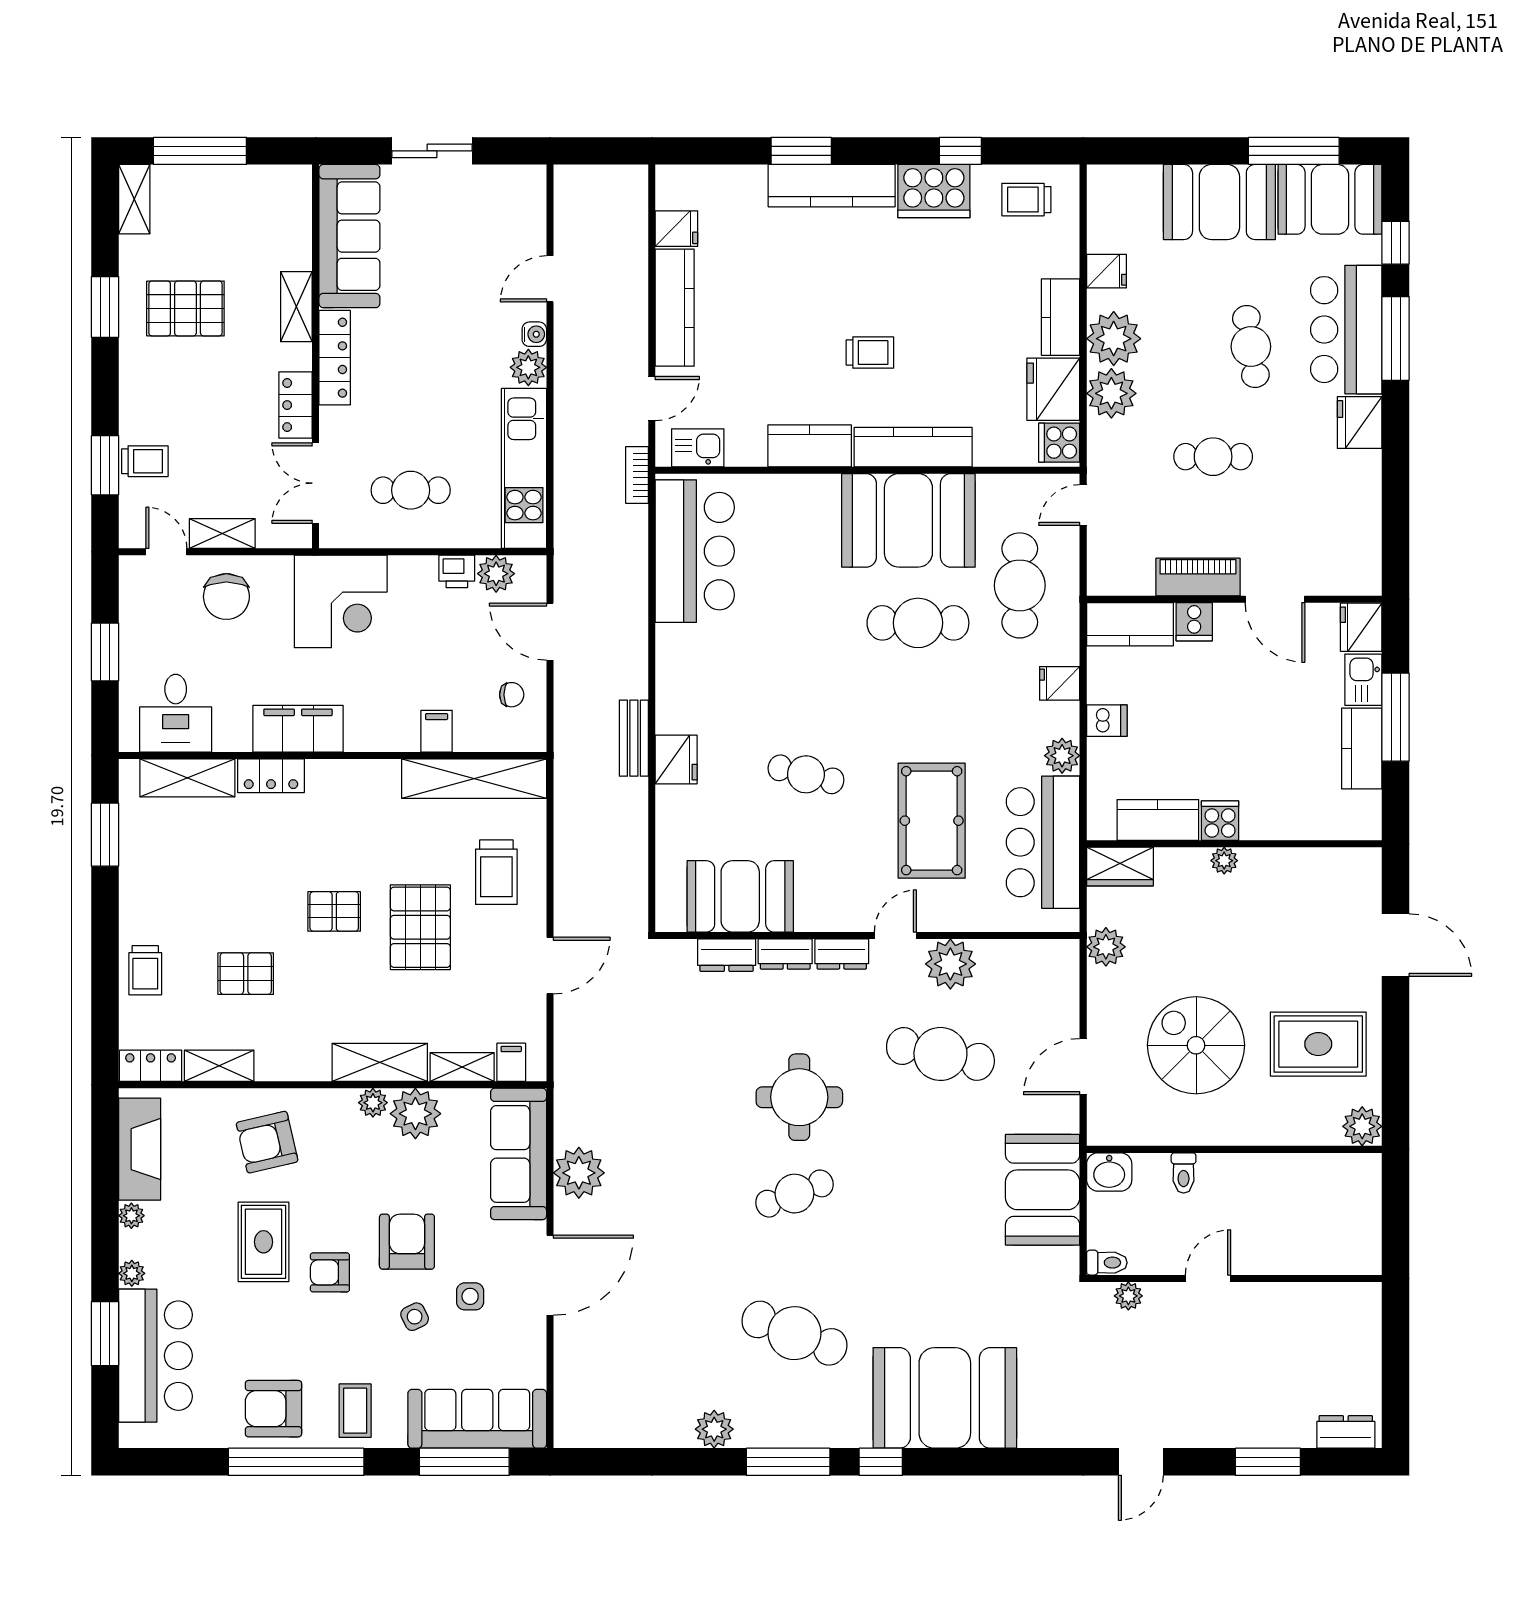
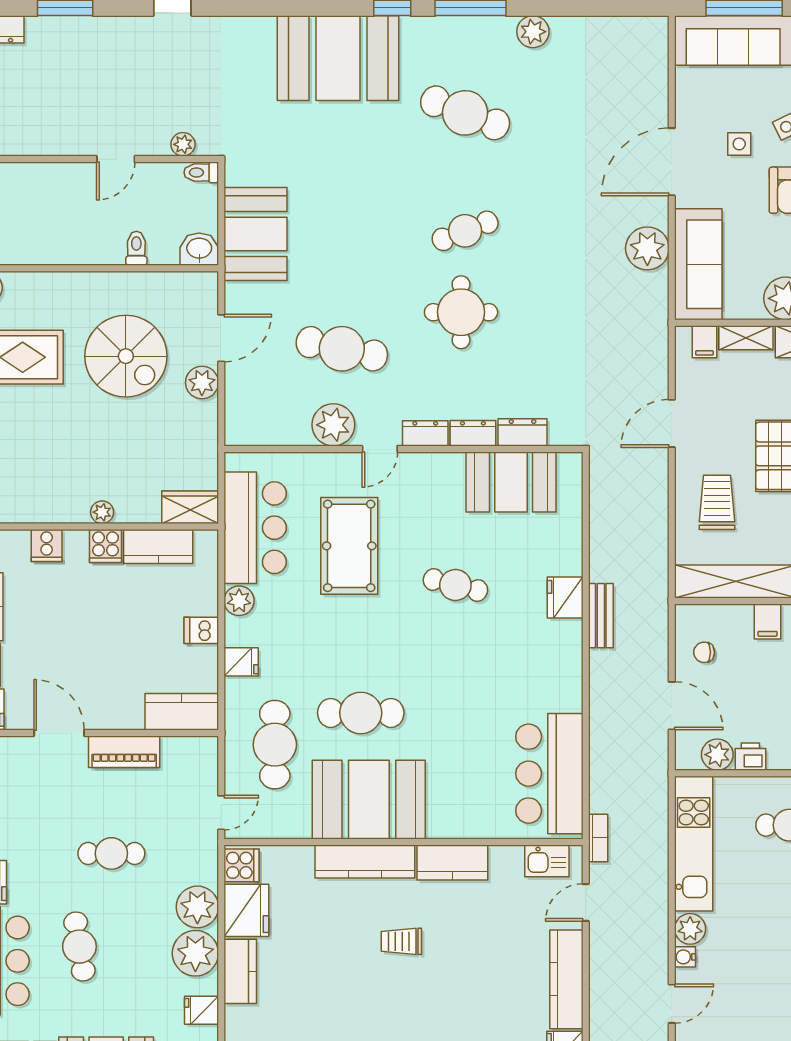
cooker: (1194, 622) -> (47, 545), moved, turned 180
plant: (1106, 947) -> (202, 383), moved

